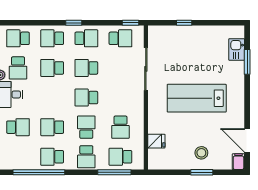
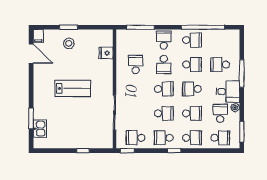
lab bench: (197, 98) -> (73, 88), width x0.73, depth x0.72
school desk: (120, 157) -> (192, 89), moved, turned 180

